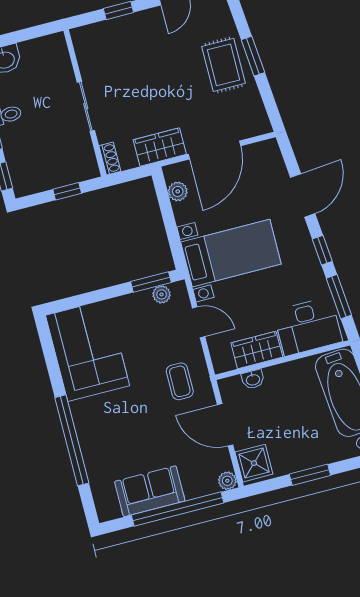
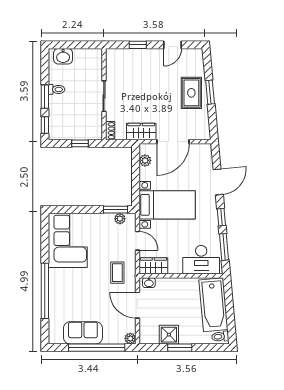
wardrobe: (257, 350) -> (153, 266), moved
washbasin: (253, 379) -> (149, 283), moved
shower: (254, 463) -> (169, 335), moved

